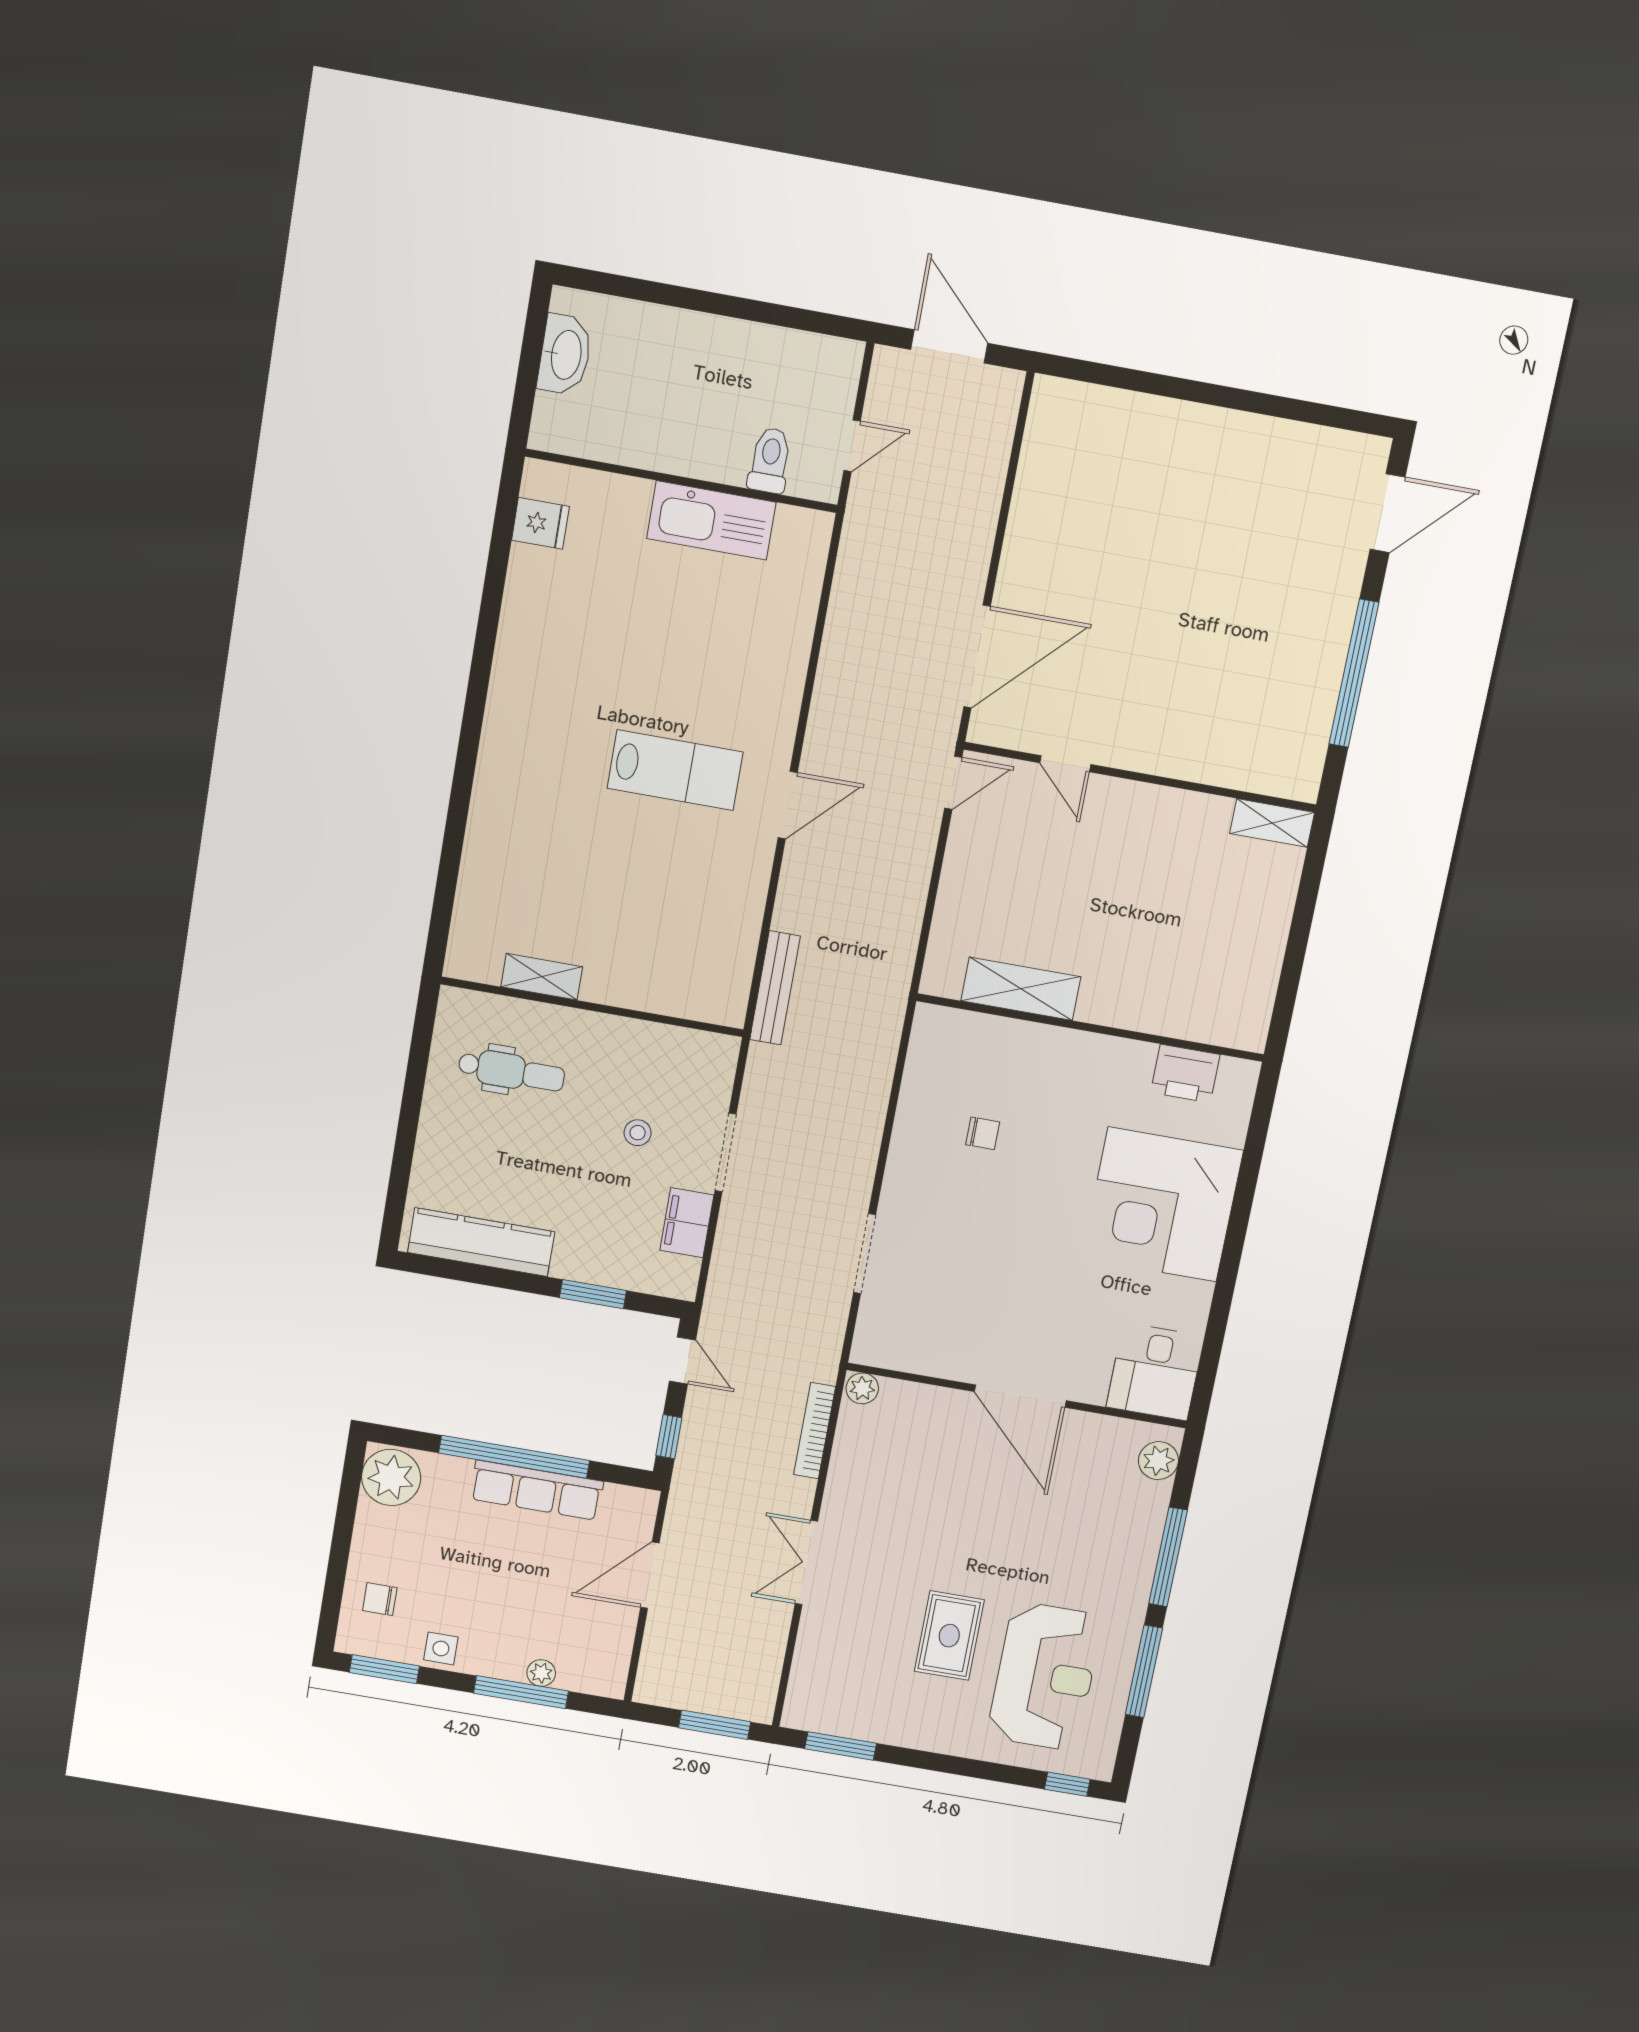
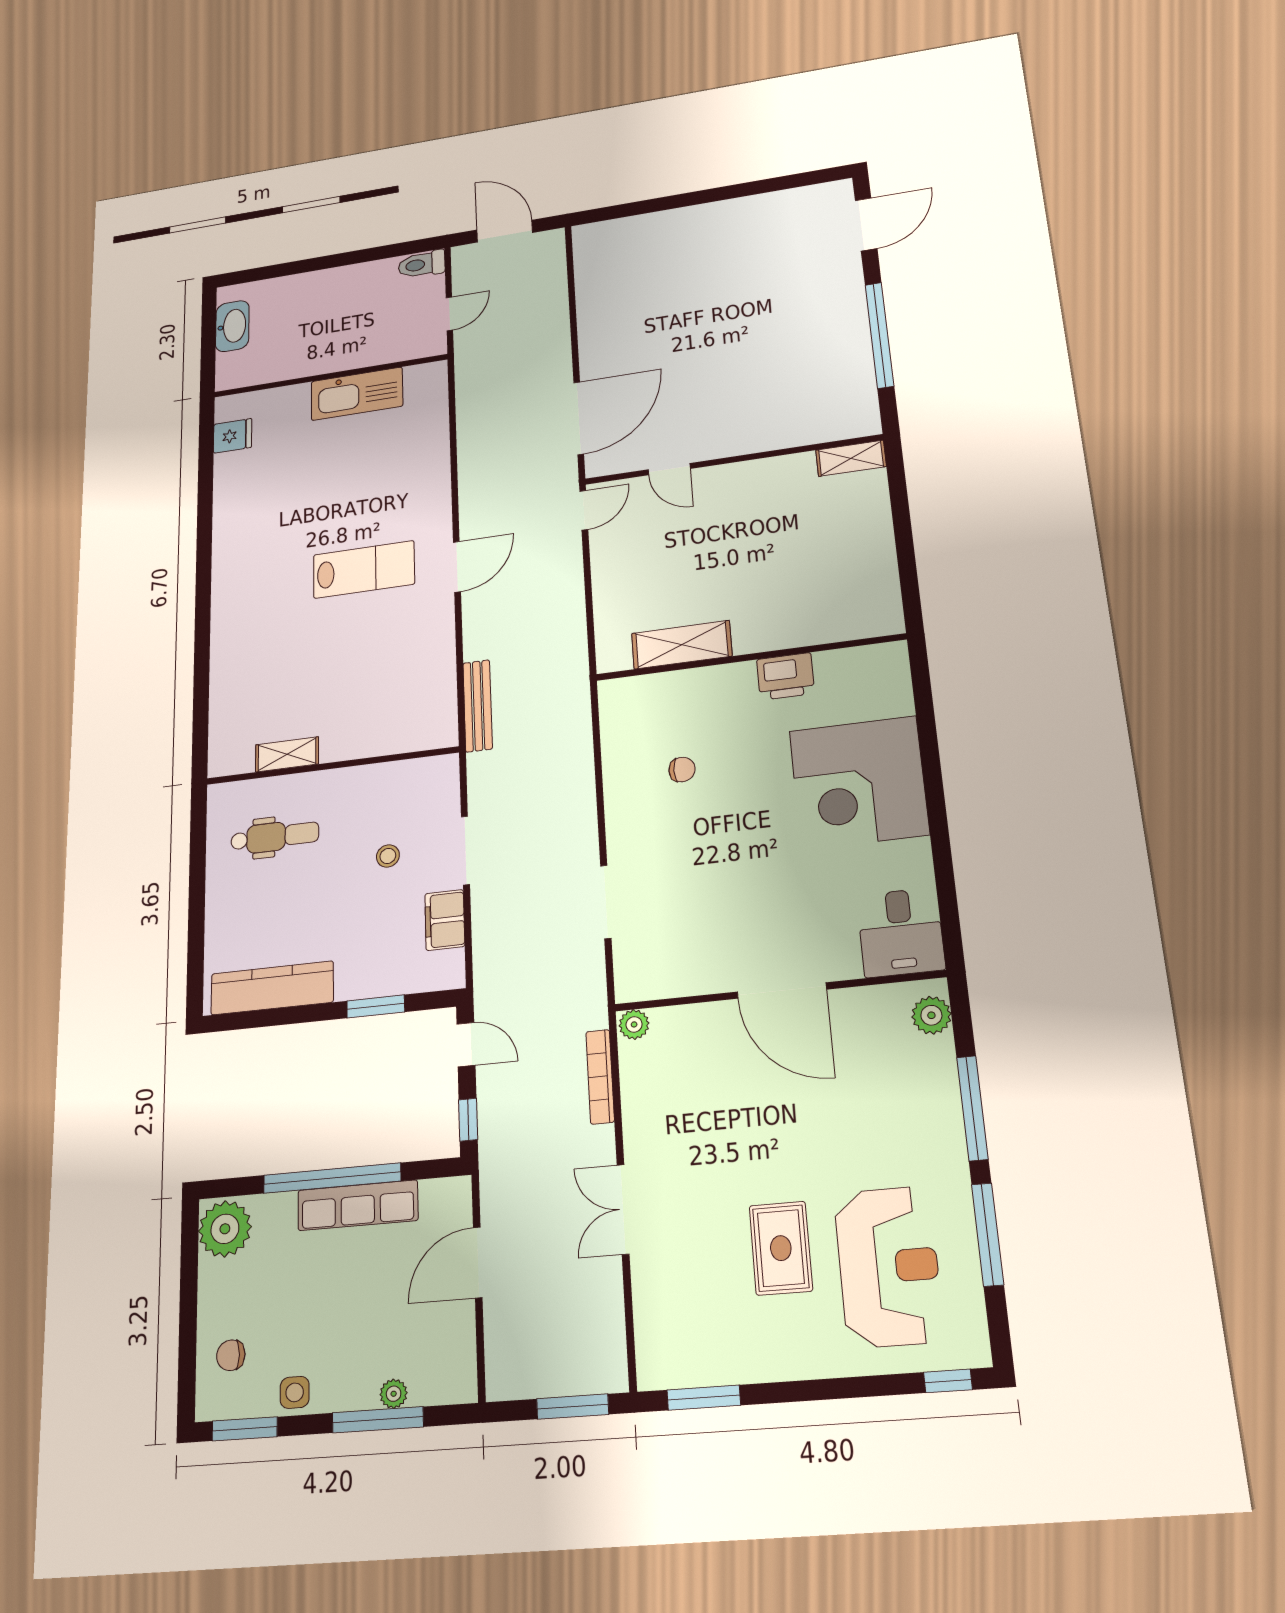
toilet: (770, 460) -> (422, 264), moved, turned -90
printer: (1185, 1074) -> (785, 676), moved

